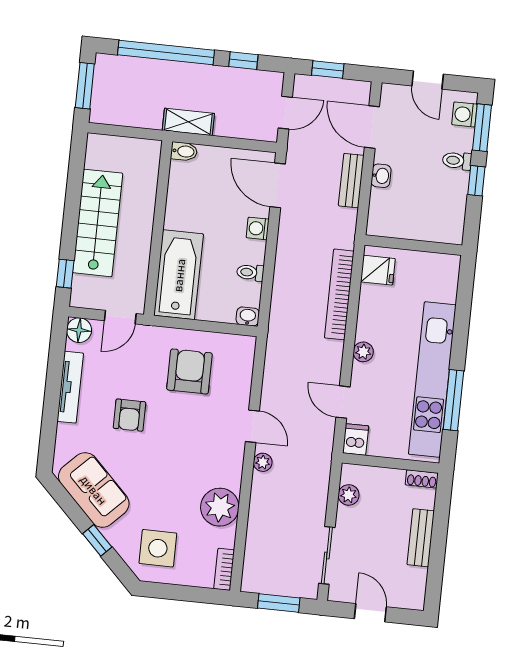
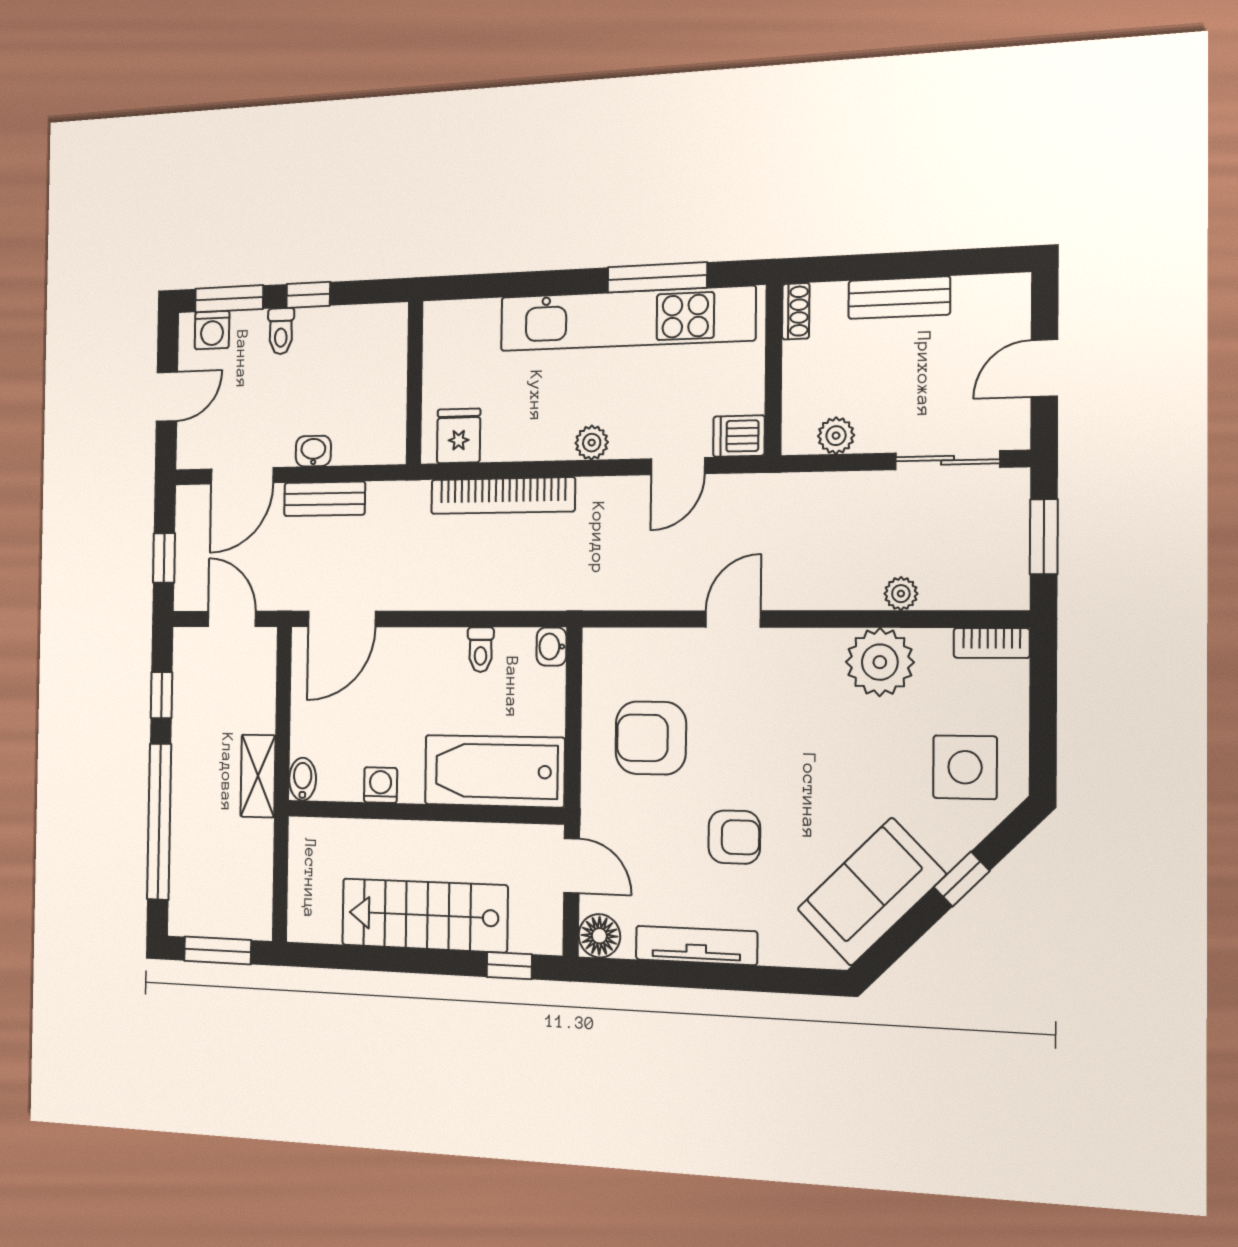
washing machine: (258, 228) -> (381, 785), moved, turned 180
plant: (263, 462) -> (901, 594), moved

